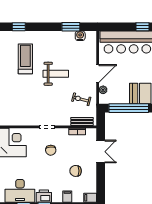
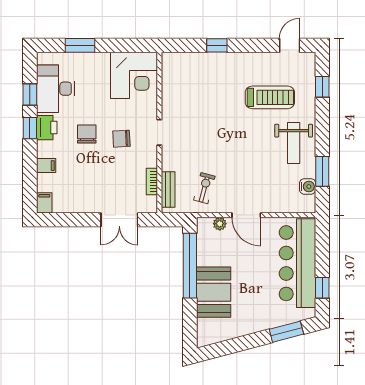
weight bench: (56, 74) -> (294, 143), moved
chair: (76, 171) -> (87, 134), moved

